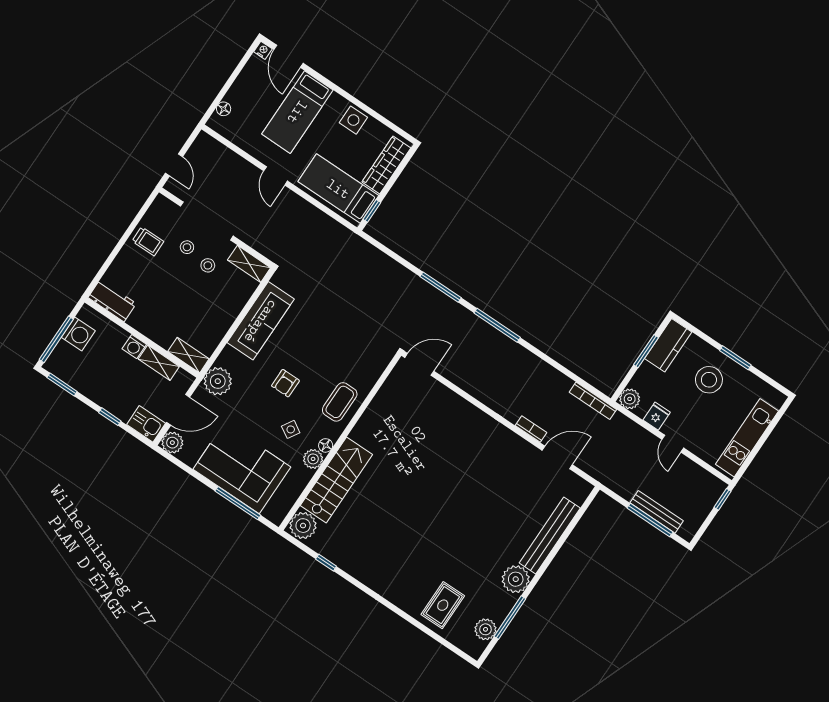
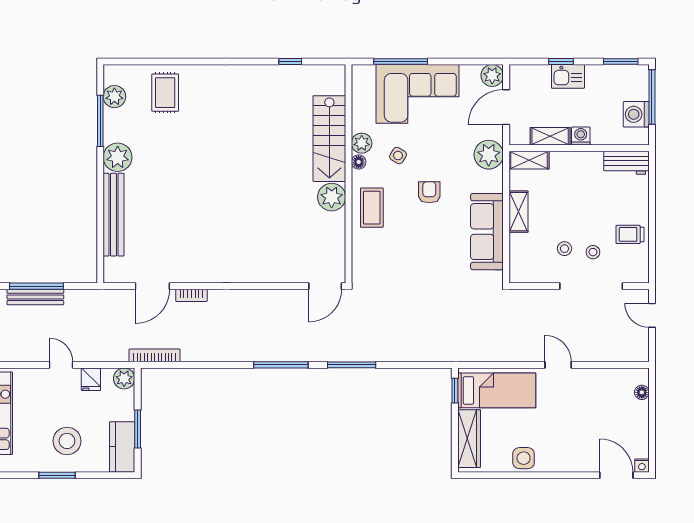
bed: (297, 112) -> (576, 432), removed
shelving: (249, 264) -> (518, 212), moved, turned 90
kitchen sink: (146, 424) -> (568, 76), moved
plant: (303, 526) -> (332, 197), moved

